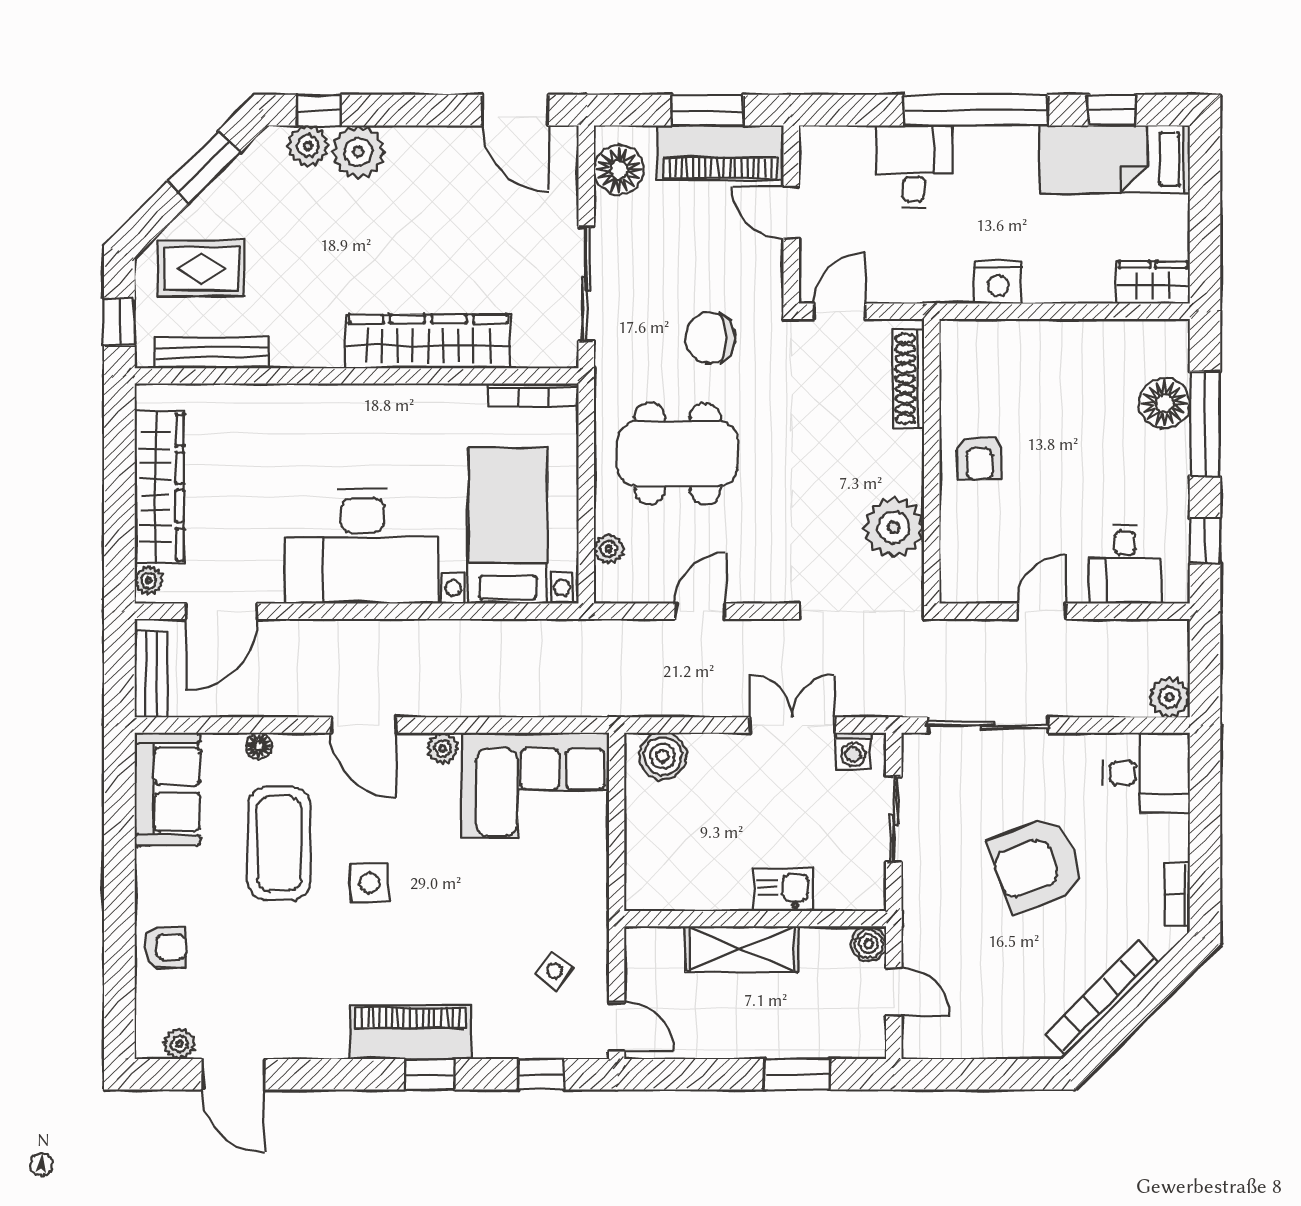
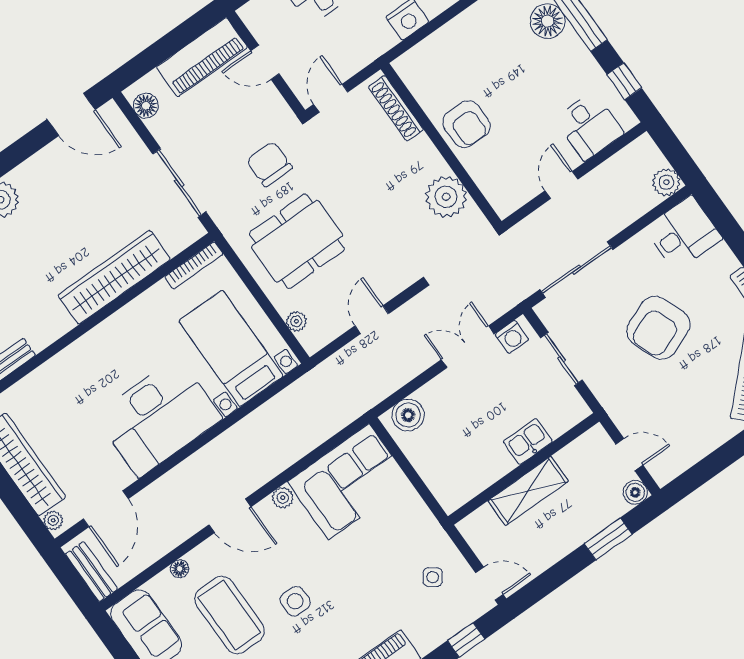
window: (707, 110) -> (178, 39), removed
floor lamp: (619, 170) -> (146, 106), width x0.73, depth x0.73
chair: (710, 338) -> (269, 164), turned 90
armchair: (980, 458) -> (466, 124), width x1.38, depth x1.38
boiler: (869, 944) -> (635, 492), moved

